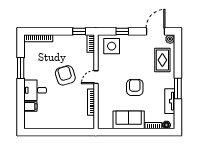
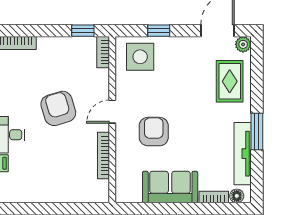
armchair: (135, 87) -> (154, 132), moved
tv unit: (170, 101) -> (243, 154), width x1.41

